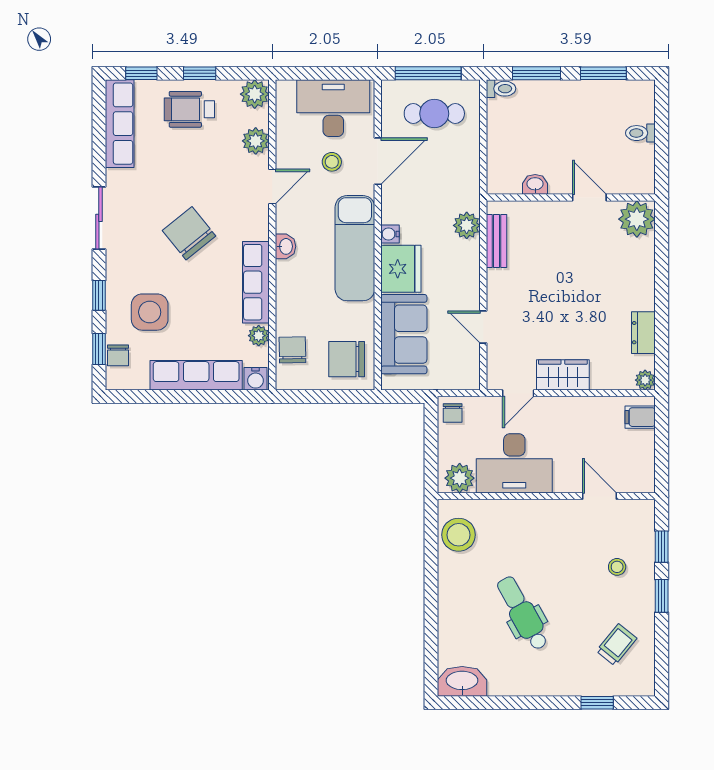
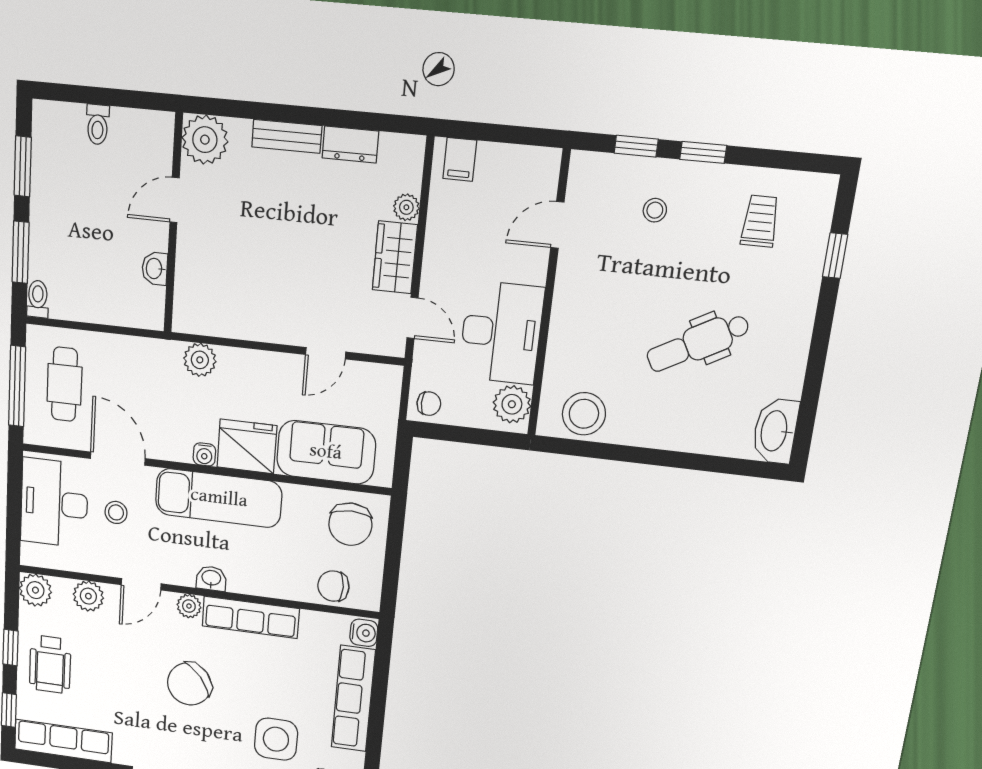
door: (272, 186) -> (141, 584), swing flipped
bench: (497, 241) -> (287, 136), moved
plant: (259, 336) -> (189, 606), moved
plant: (645, 380) -> (406, 207), moved
trolley: (617, 645) -> (760, 221), turned 51

